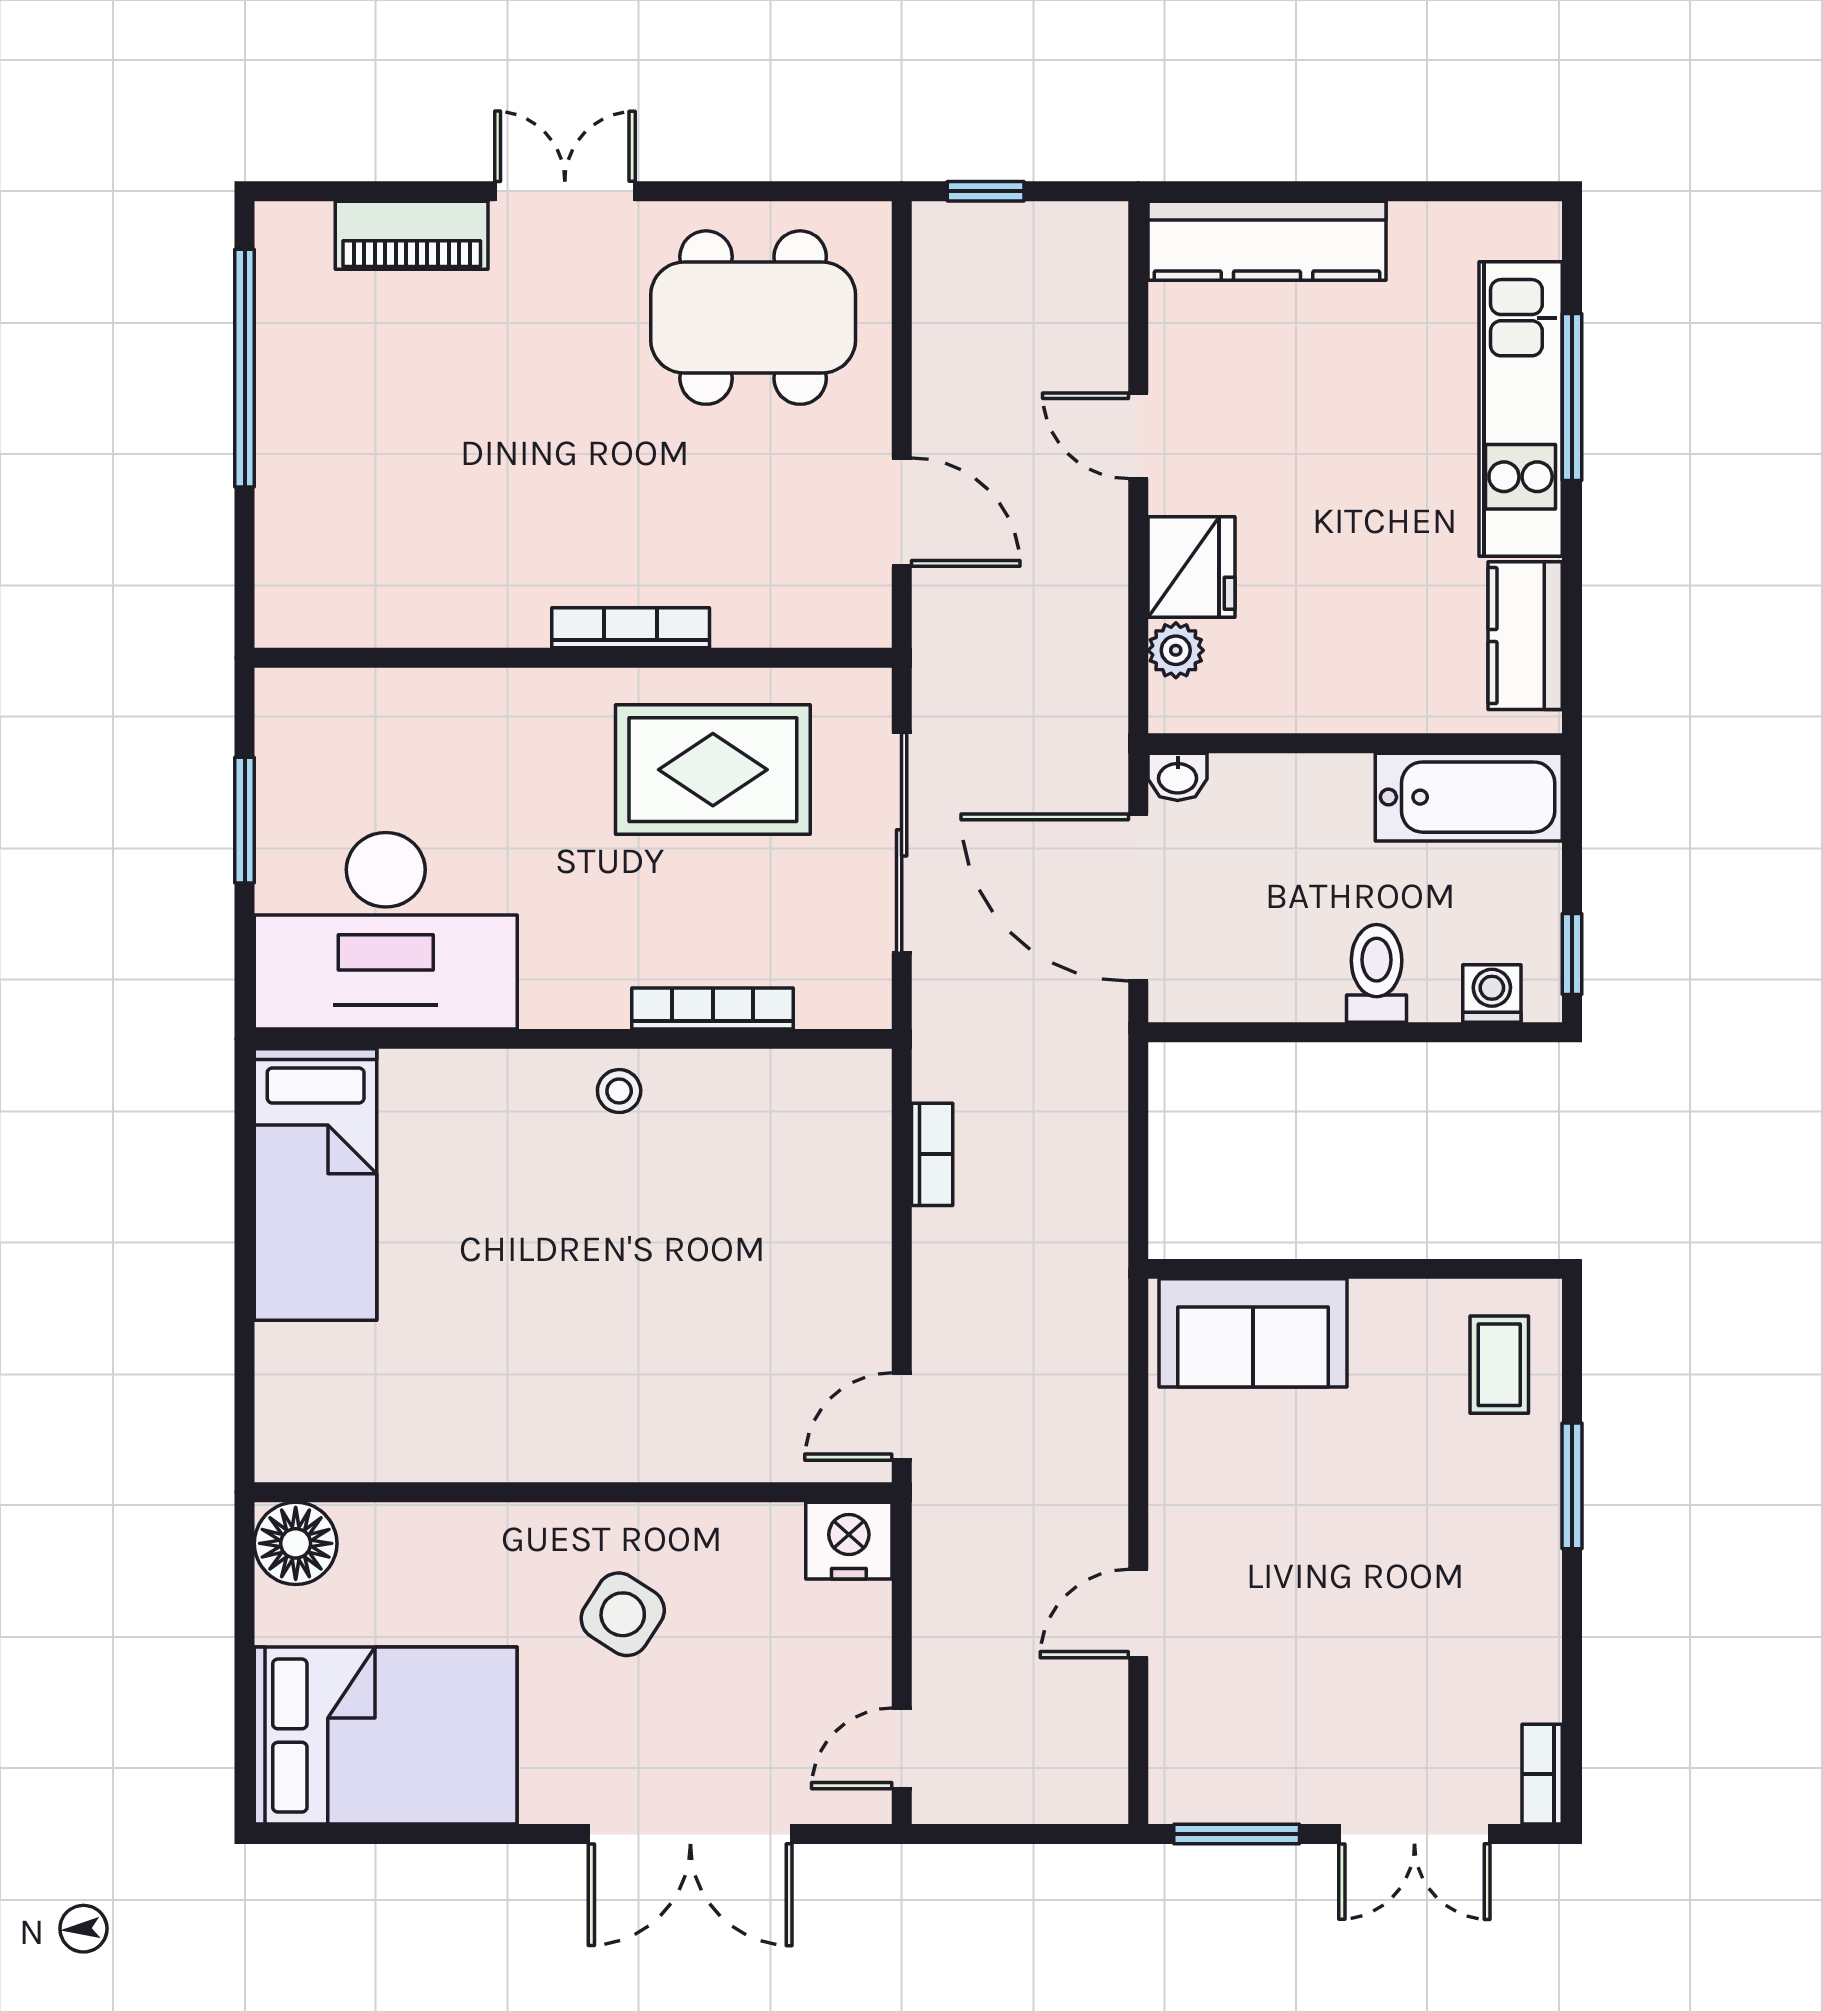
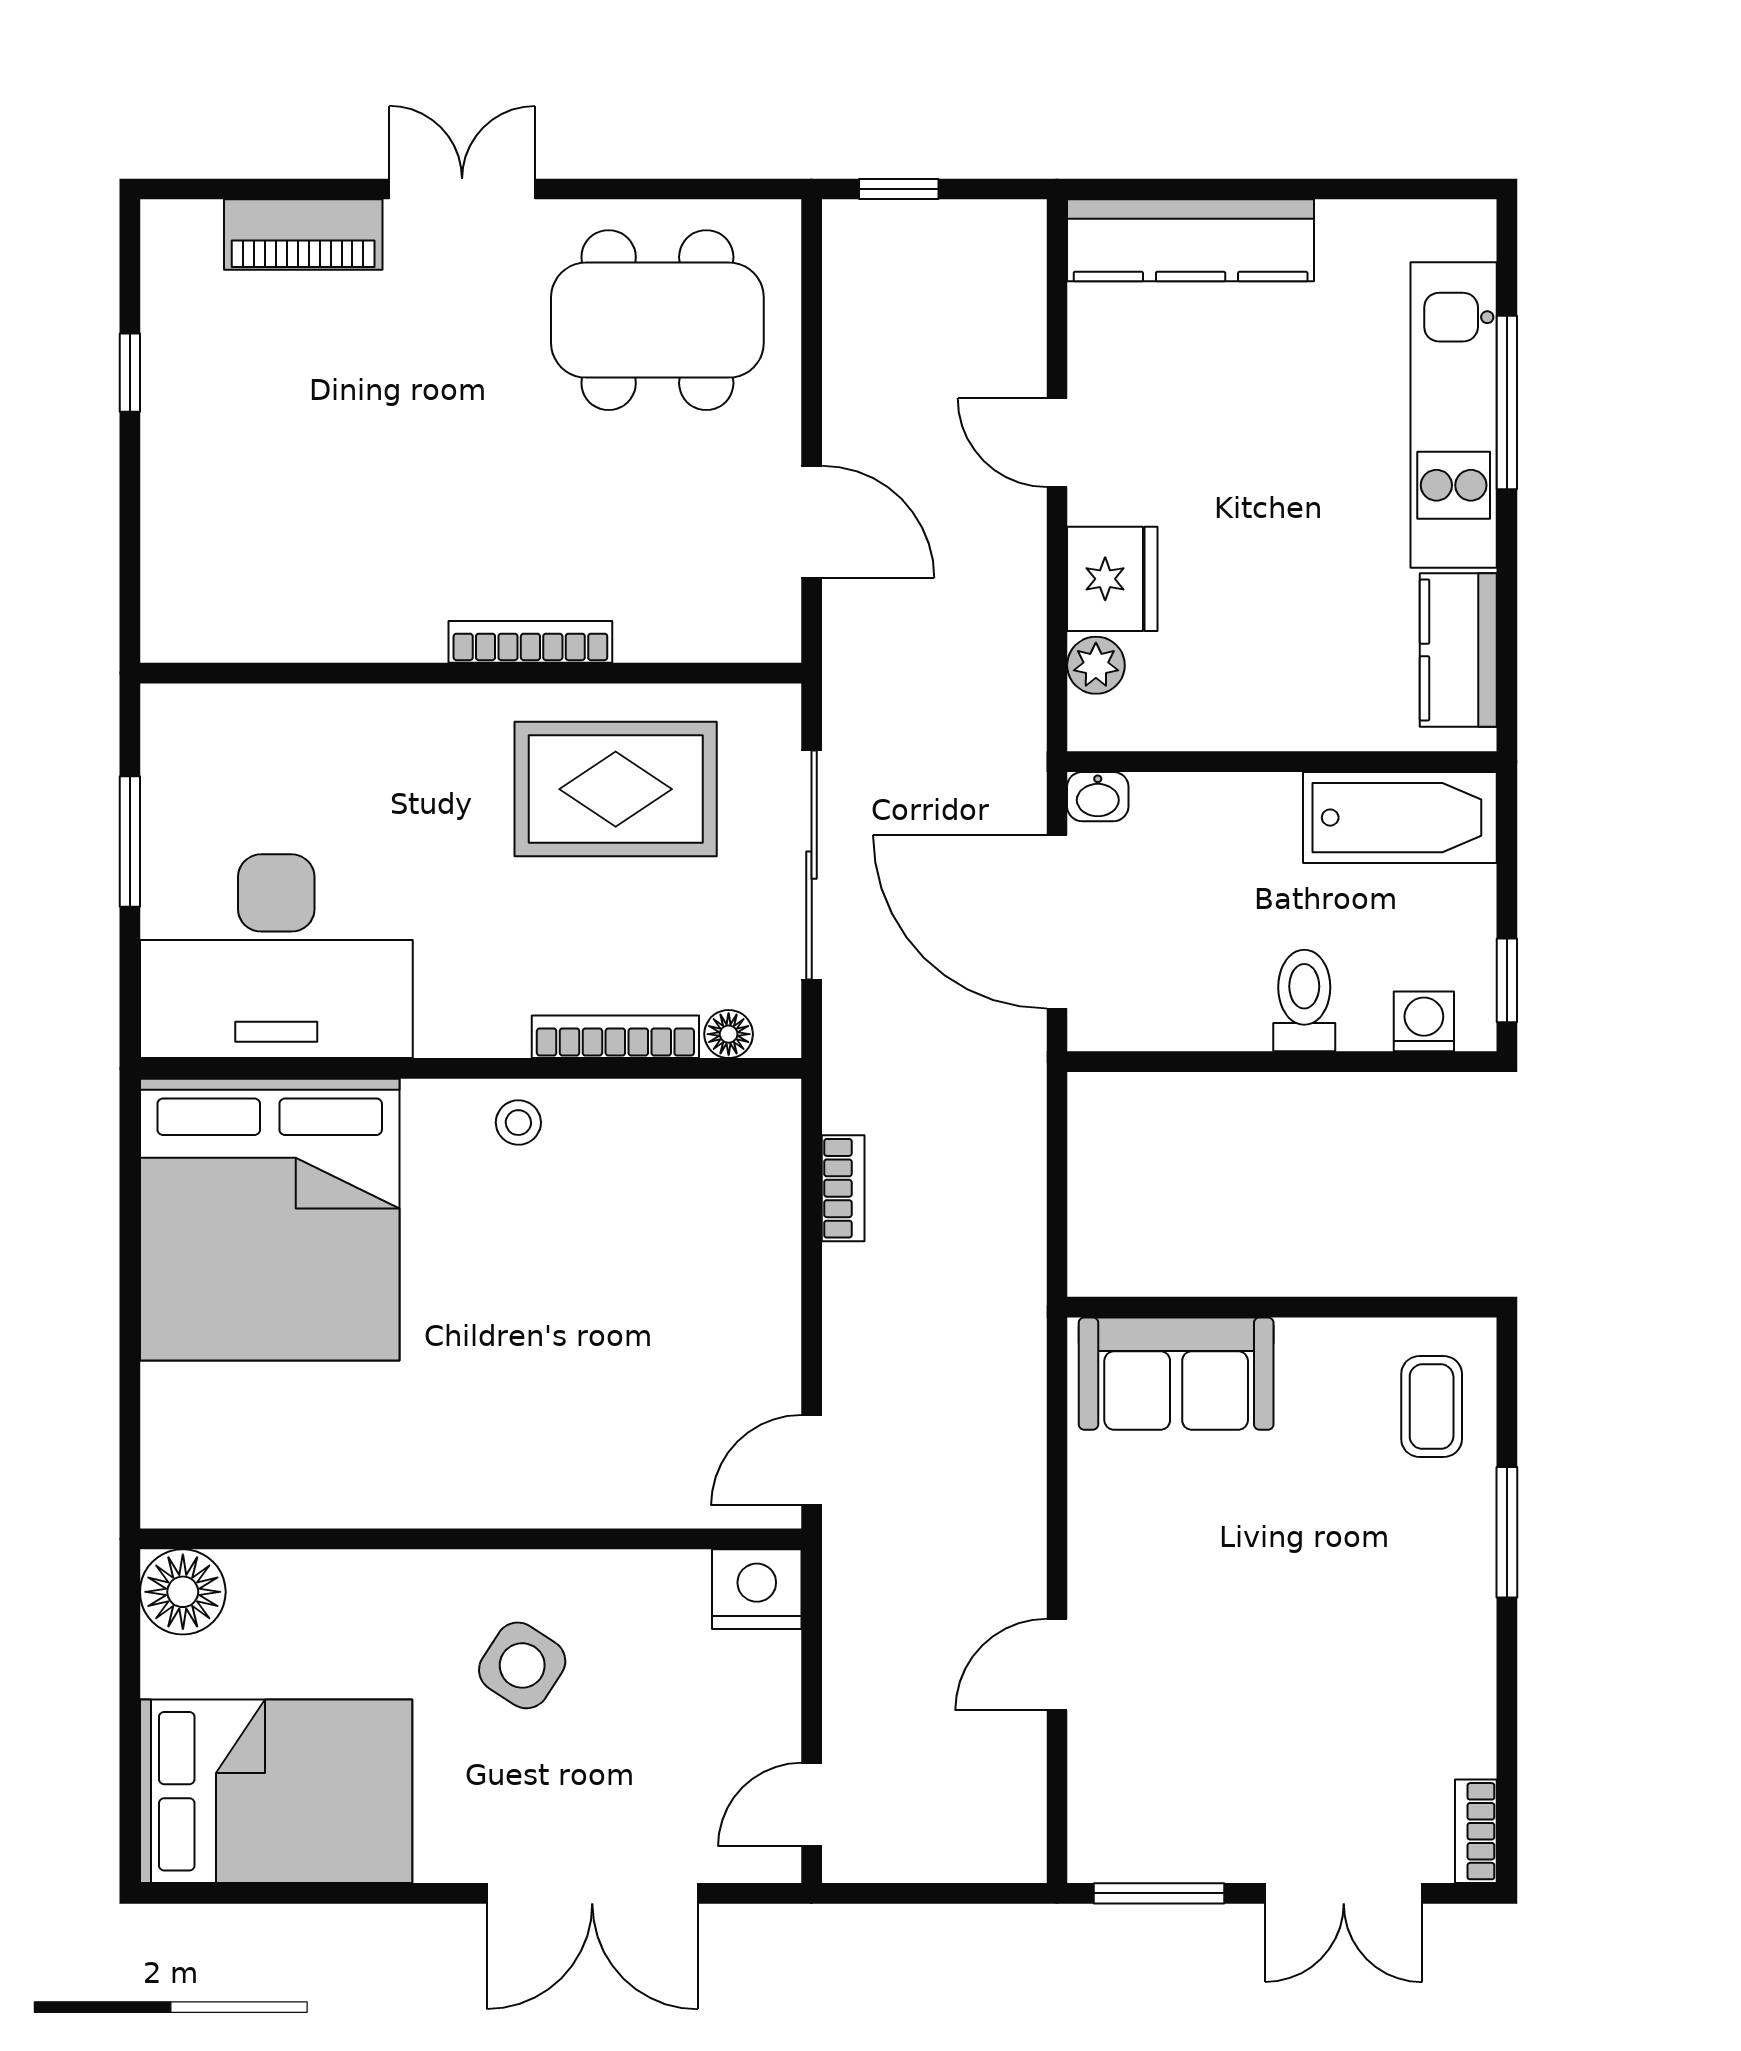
window: (245, 368) -> (130, 373), width x0.32
floor lamp: (822, 1006) -> (729, 1034), added
bed: (316, 1185) -> (270, 1220), width x2.04

